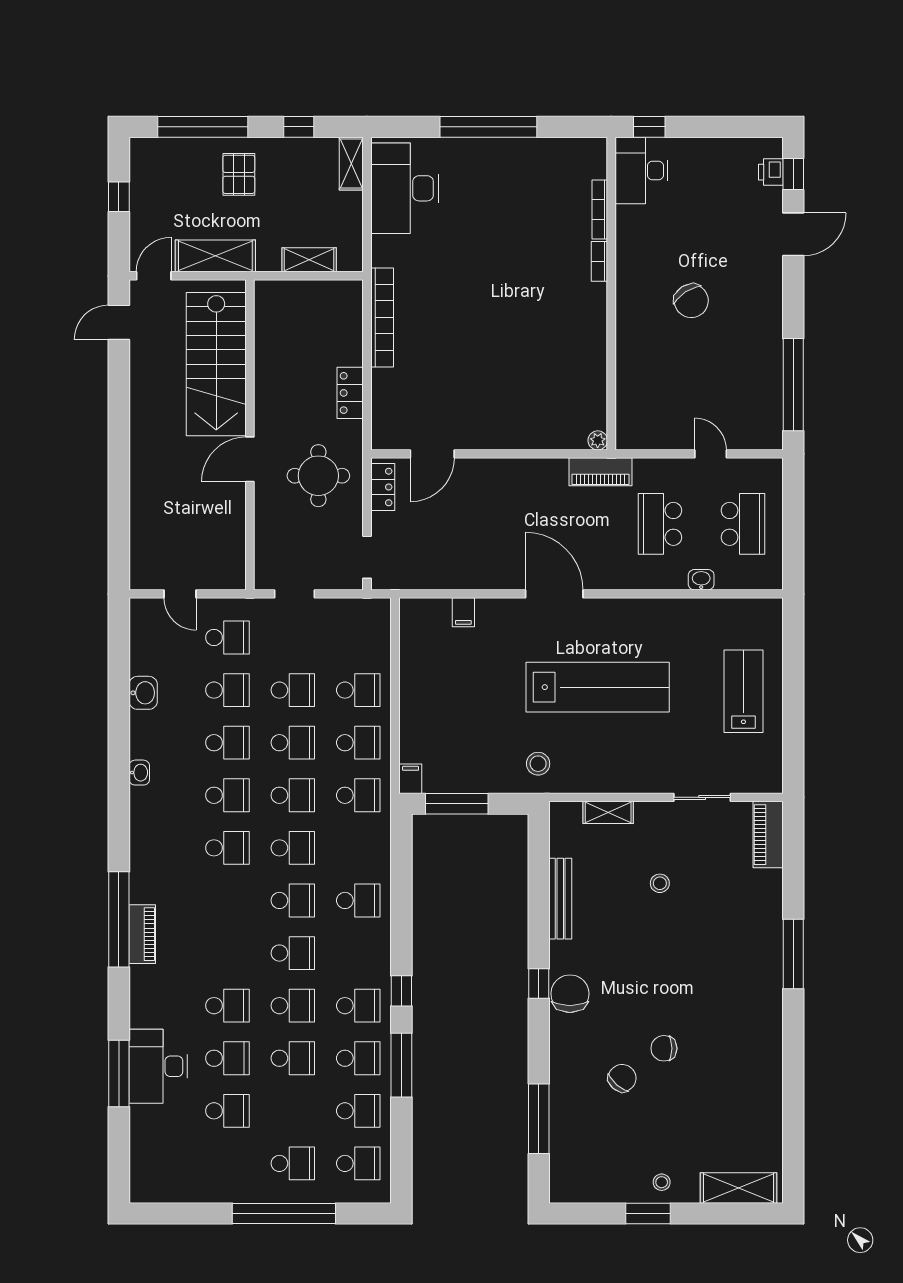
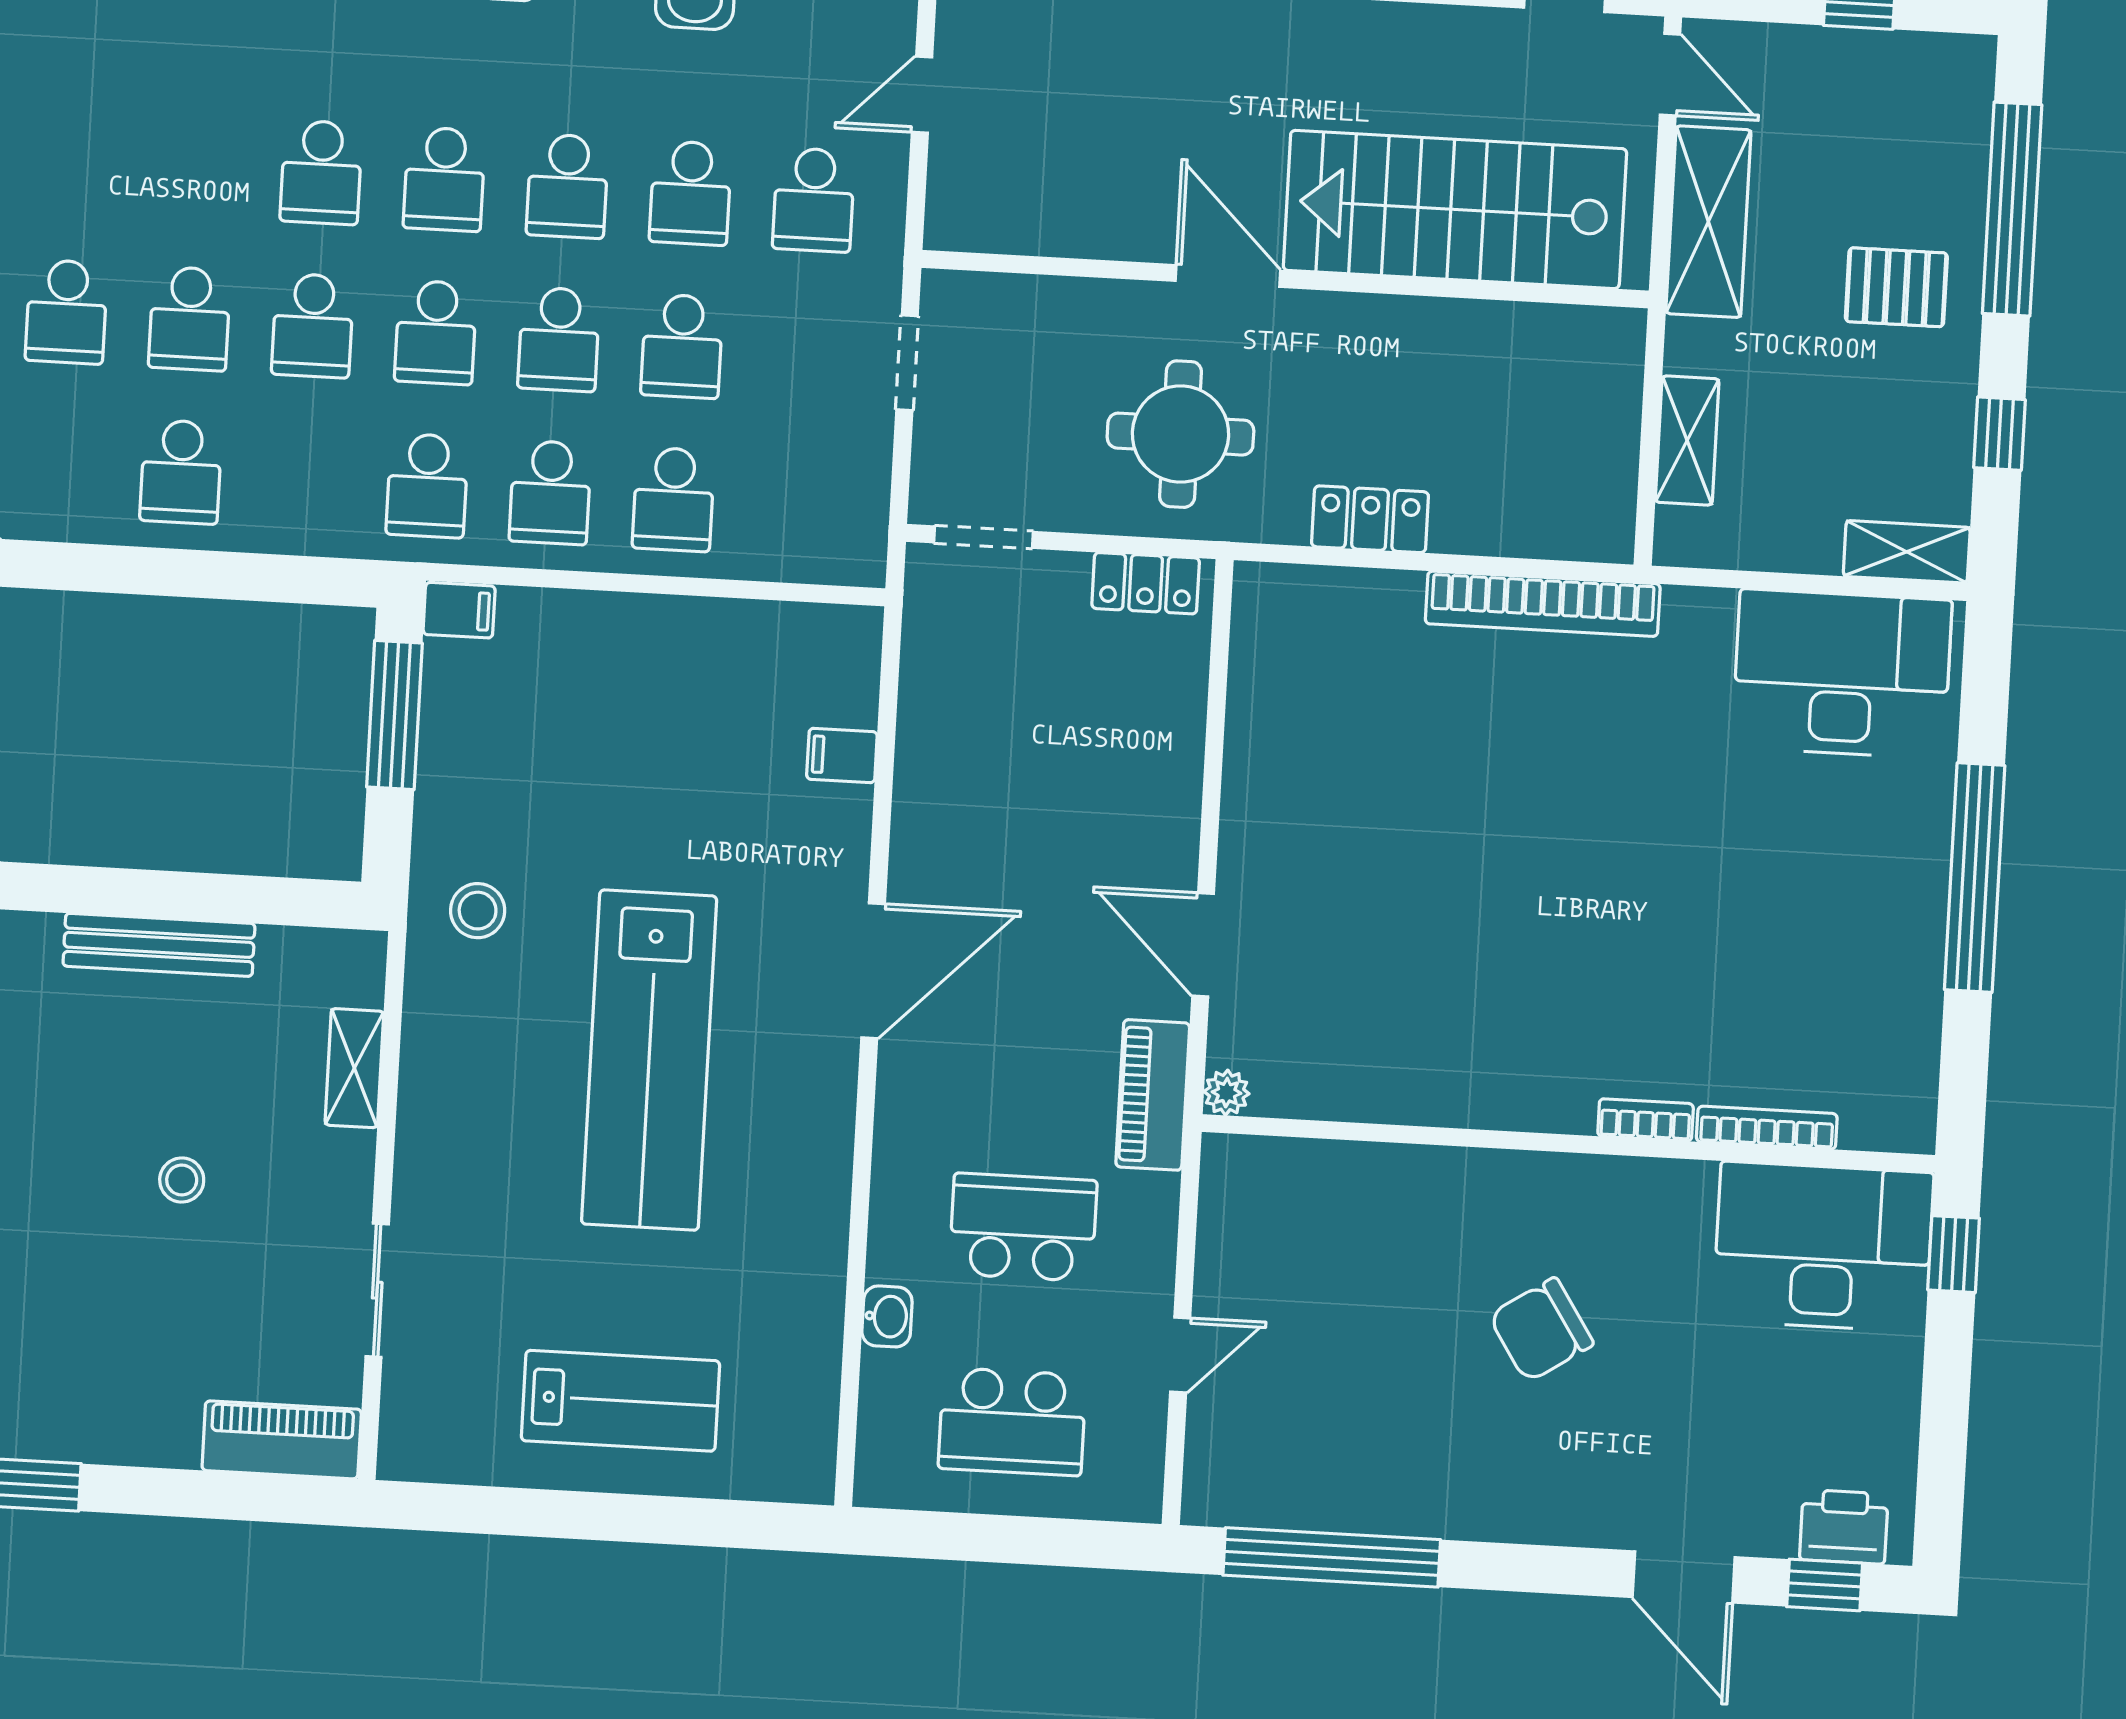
desk: (641, 170) -> (1823, 1247), width x1.36, depth x1.30
printer: (771, 172) -> (1844, 1527), width x1.36, depth x1.24
door: (432, 454) -> (1203, 945), moved

